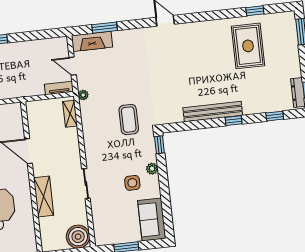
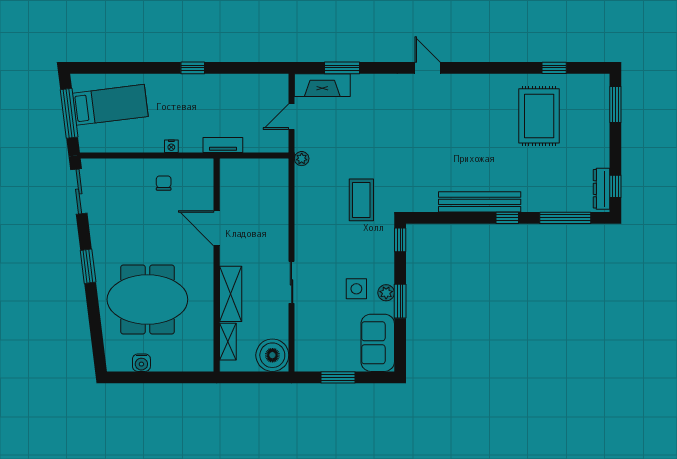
door: (73, 66) -> (292, 117), hinge flipped
tv unit: (59, 88) -> (223, 145), moved
shelving: (70, 114) -> (228, 342), moved
window: (275, 116) -> (565, 218), width x2.17
plant: (152, 169) -> (386, 293), moved
window: (164, 188) -> (400, 301), added

